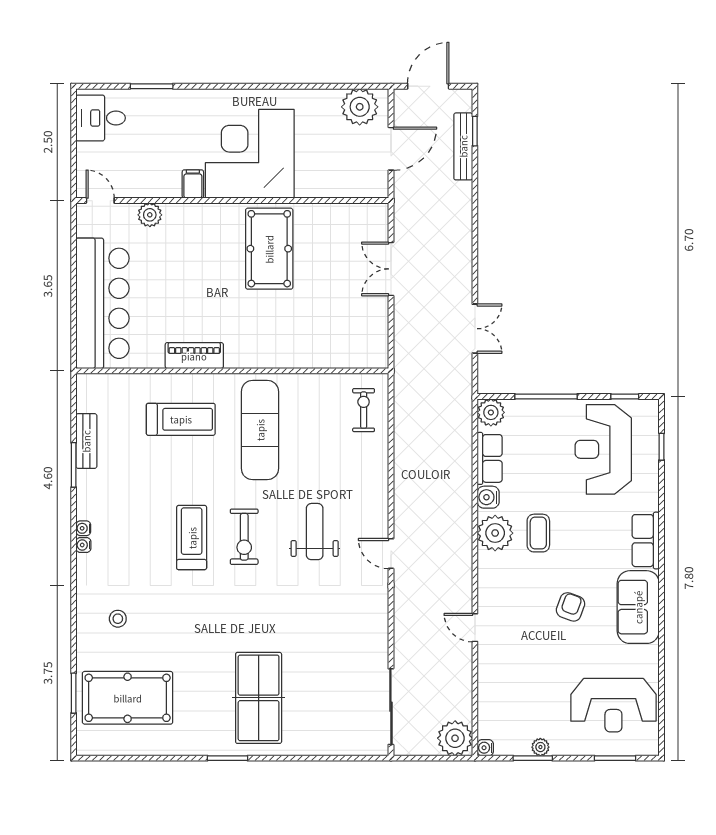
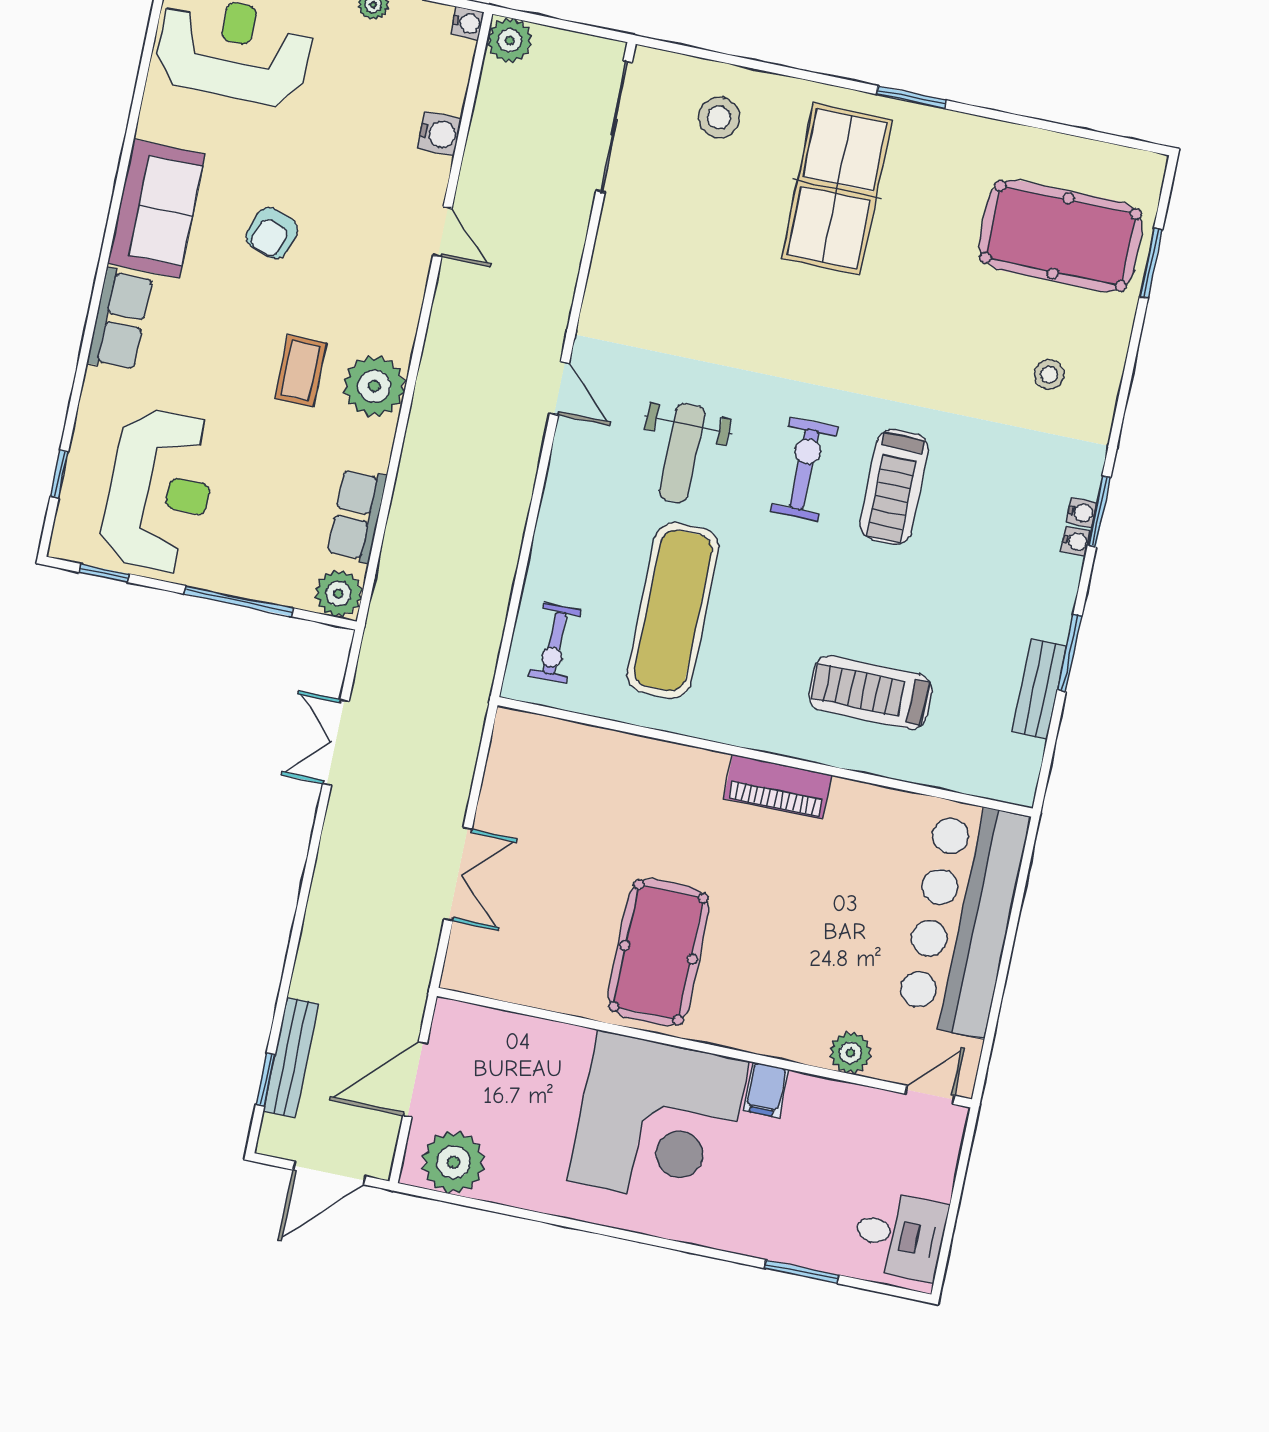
door: (100, 201) -> (930, 1095), swing flipped
piano: (194, 356) -> (778, 787), moved
exercise mat: (260, 430) -> (673, 610), moved
water cooler: (488, 497) -> (439, 134), moved
window: (74, 548) -> (1099, 511), added
stool: (333, 724) -> (719, 117), added
plant: (455, 738) -> (510, 40), width x0.73, depth x0.73

